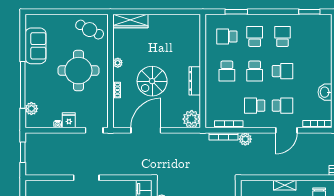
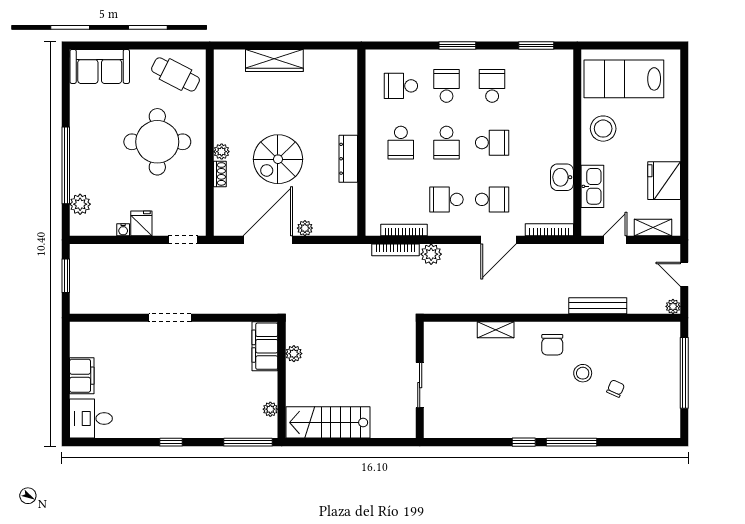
window: (236, 12) -> (457, 45), moved
wardrobe: (130, 21) -> (274, 60), moved
sofa: (36, 46) -> (100, 66), moved, turned 90
plant: (118, 63) -> (222, 152), moved
plant: (192, 119) -> (305, 228), moved, width x0.53, depth x0.53

